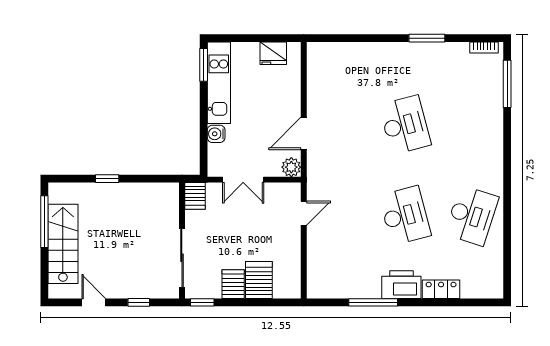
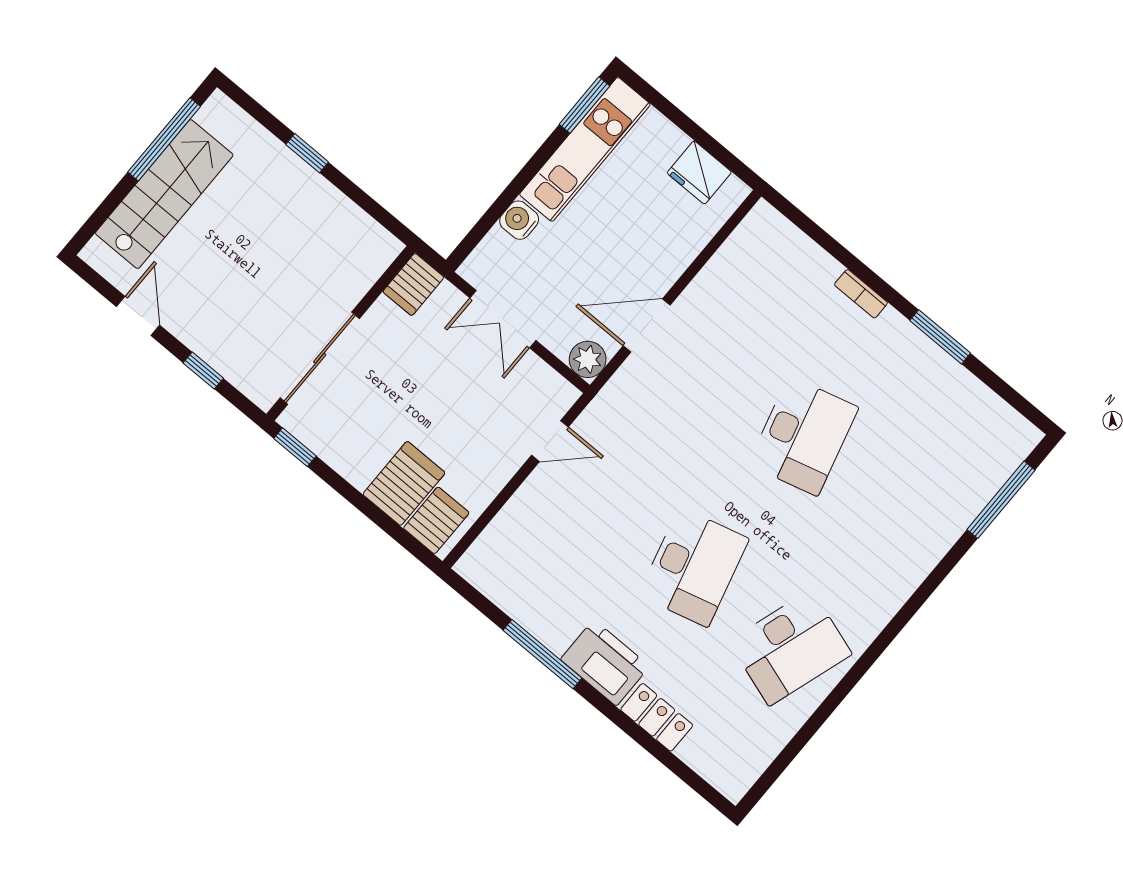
bookcase: (484, 48) -> (861, 294), moved
server rack: (233, 284) -> (436, 520), moved

